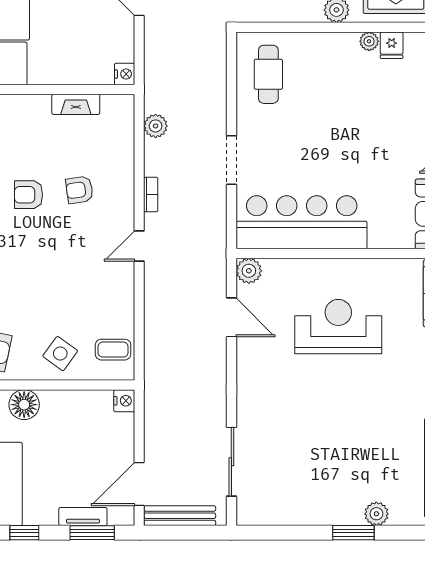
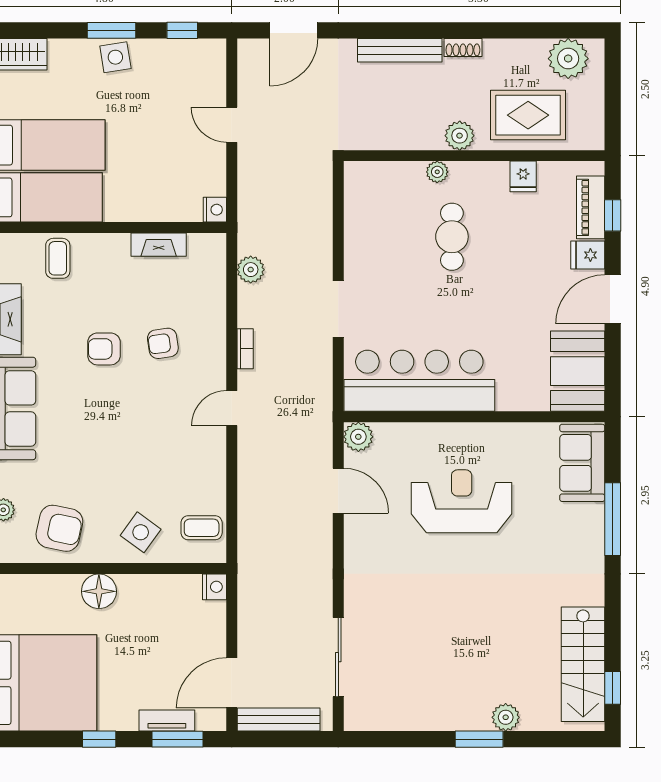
plant: (369, 41) -> (437, 172), moved
cafe table: (268, 74) -> (452, 237), moved

